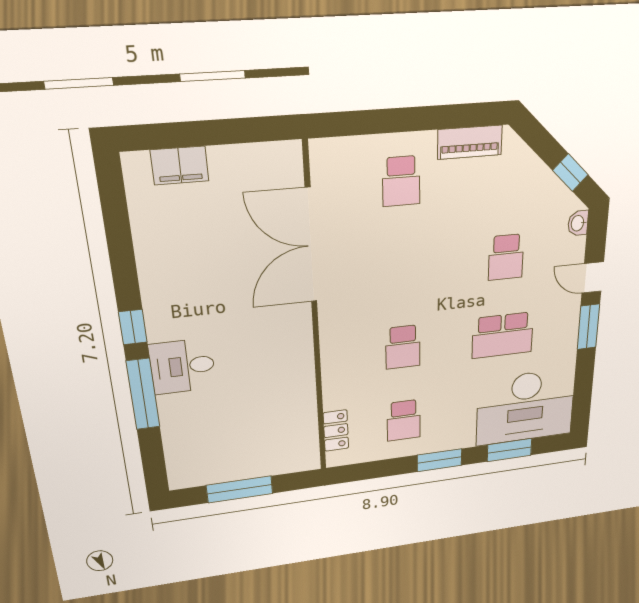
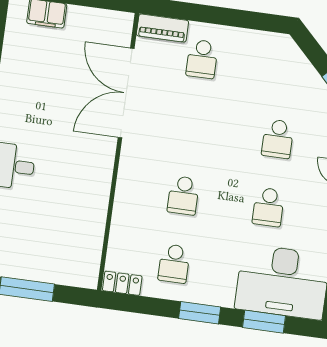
piano: (470, 142) -> (162, 28), moved
school desk: (503, 335) -> (268, 207), width x0.54
locker: (336, 431) -> (122, 283), moved, turned -90

